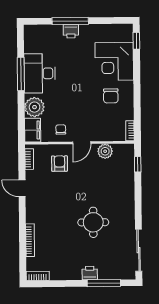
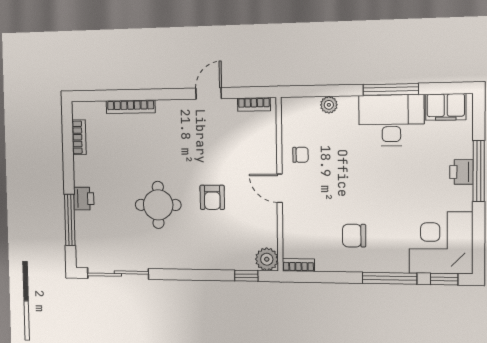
corner desk: (114, 61) -> (441, 243), moved
window: (137, 74) -> (390, 278), added
plant: (34, 107) -> (329, 105), width x0.53, depth x0.53
filing cabinet: (33, 130) -> (446, 107), moved
plant: (105, 151) -> (267, 259), moved
armchair: (60, 164) -> (212, 197), moved, turned 90
bookcase: (38, 276) -> (79, 137), moved

